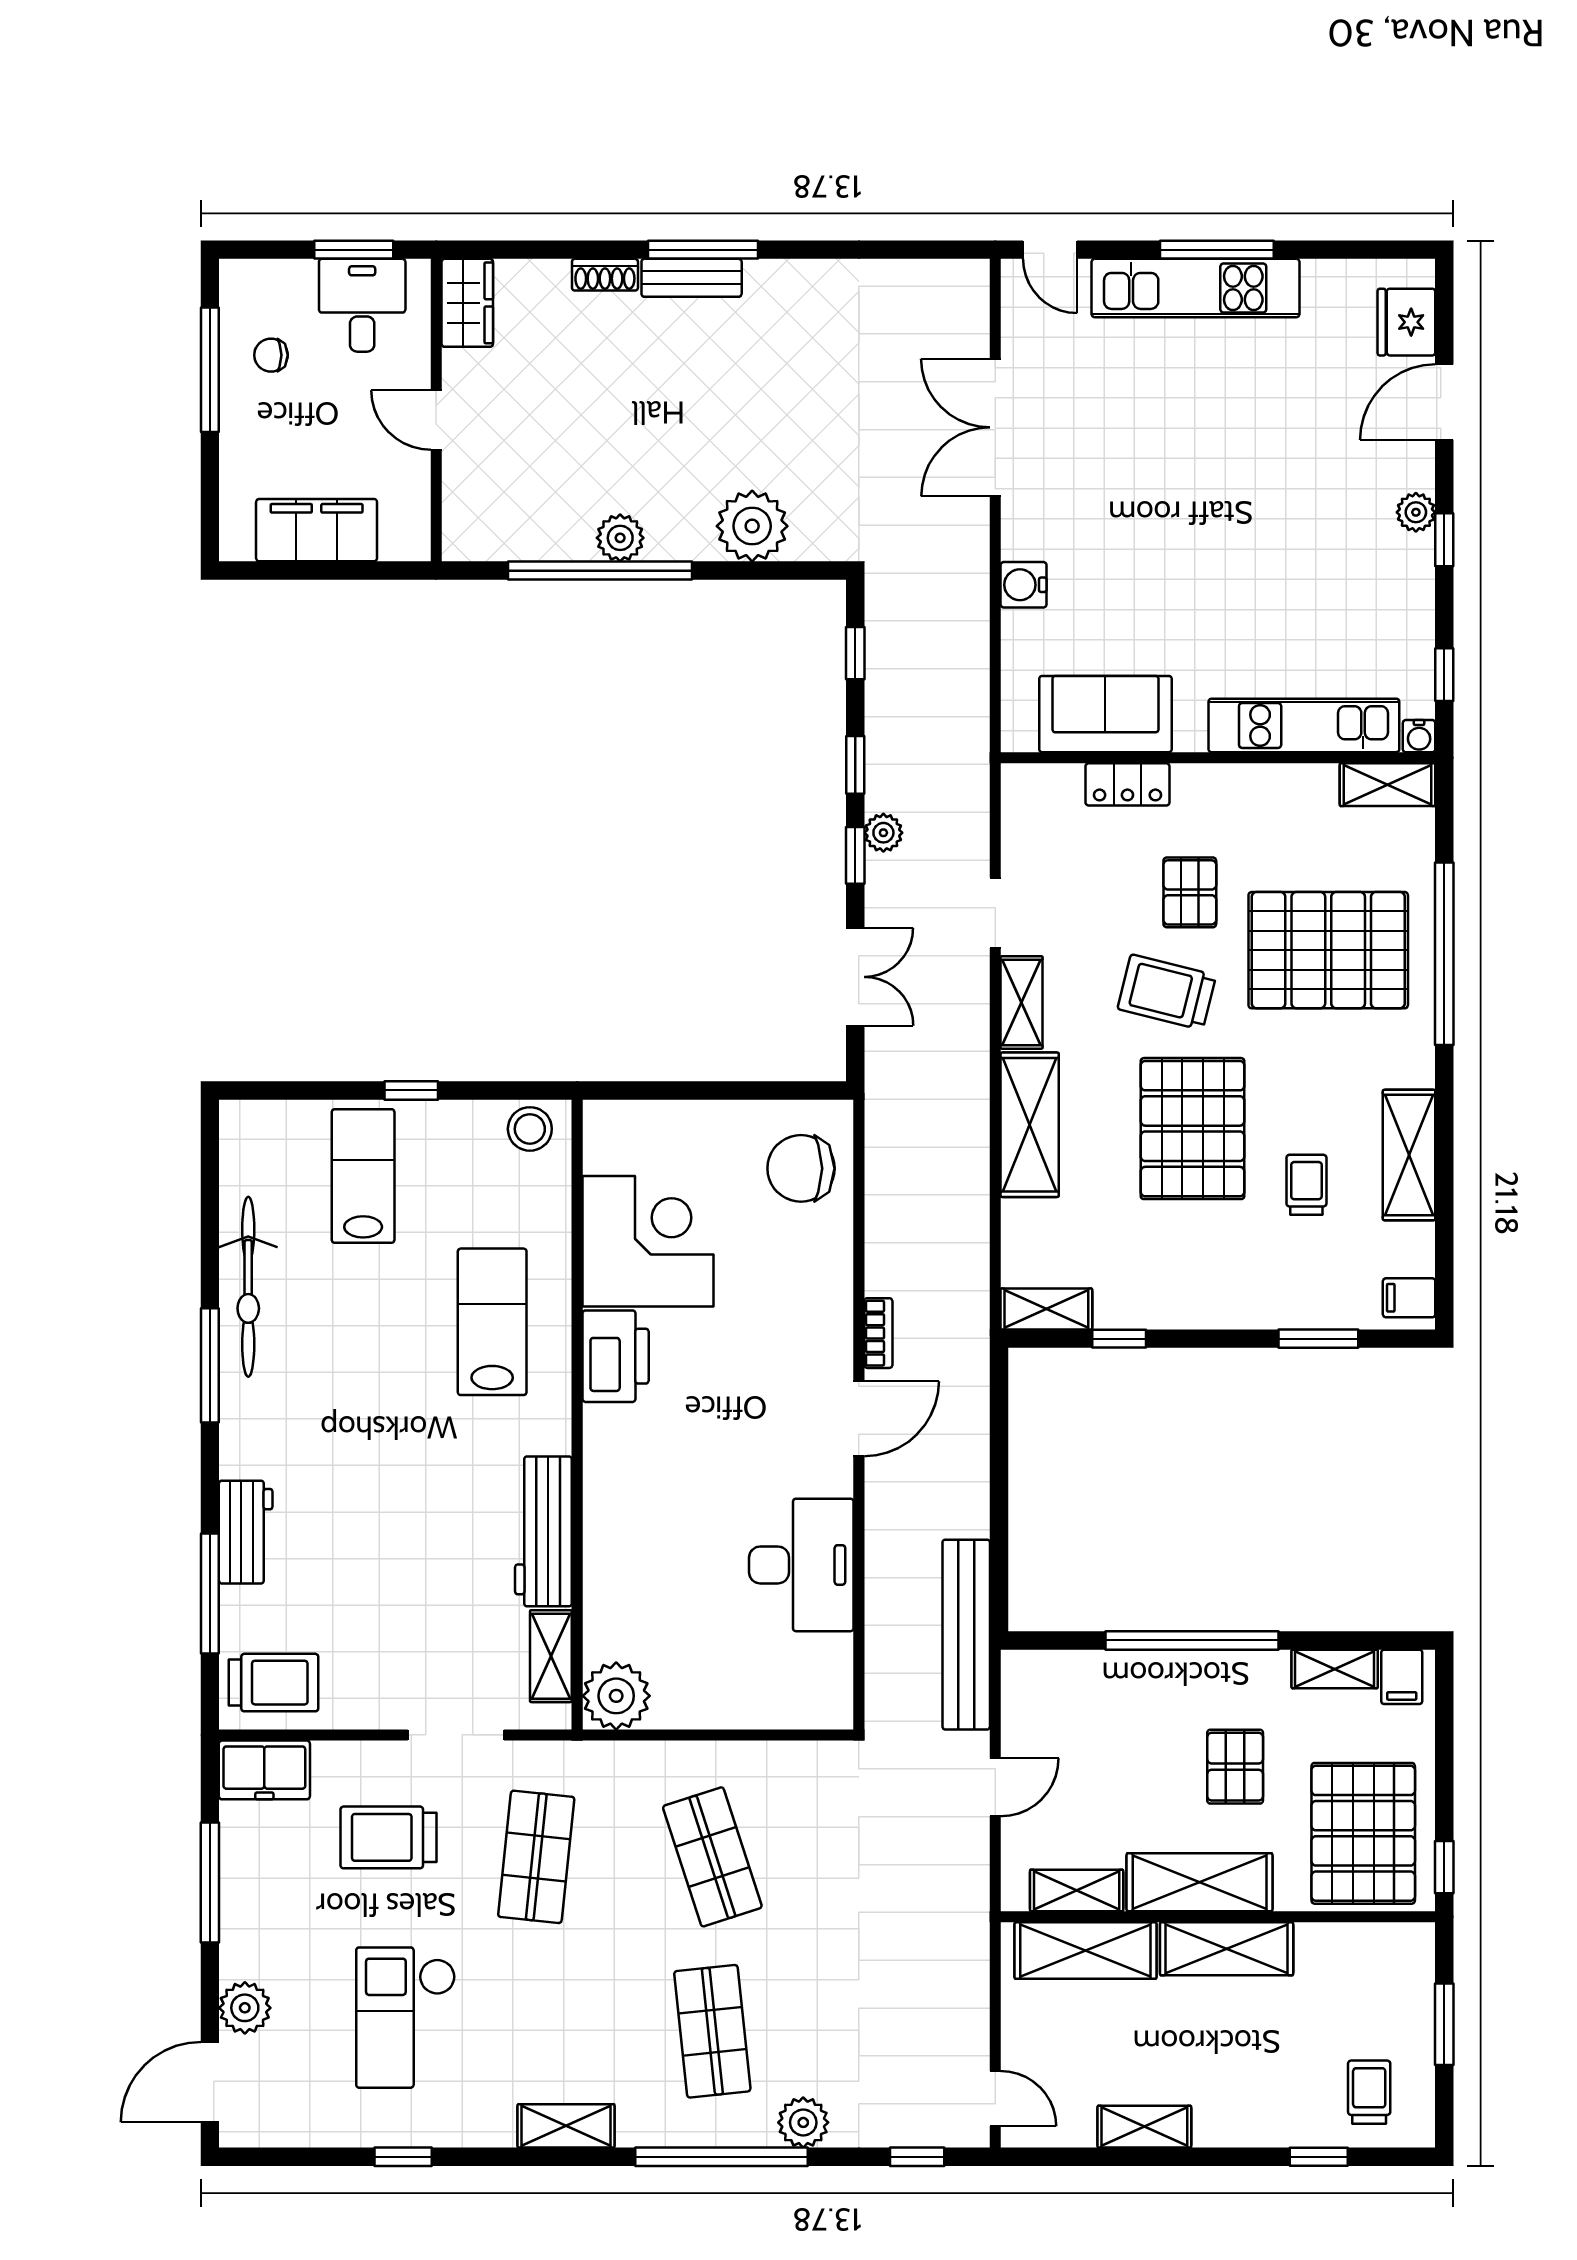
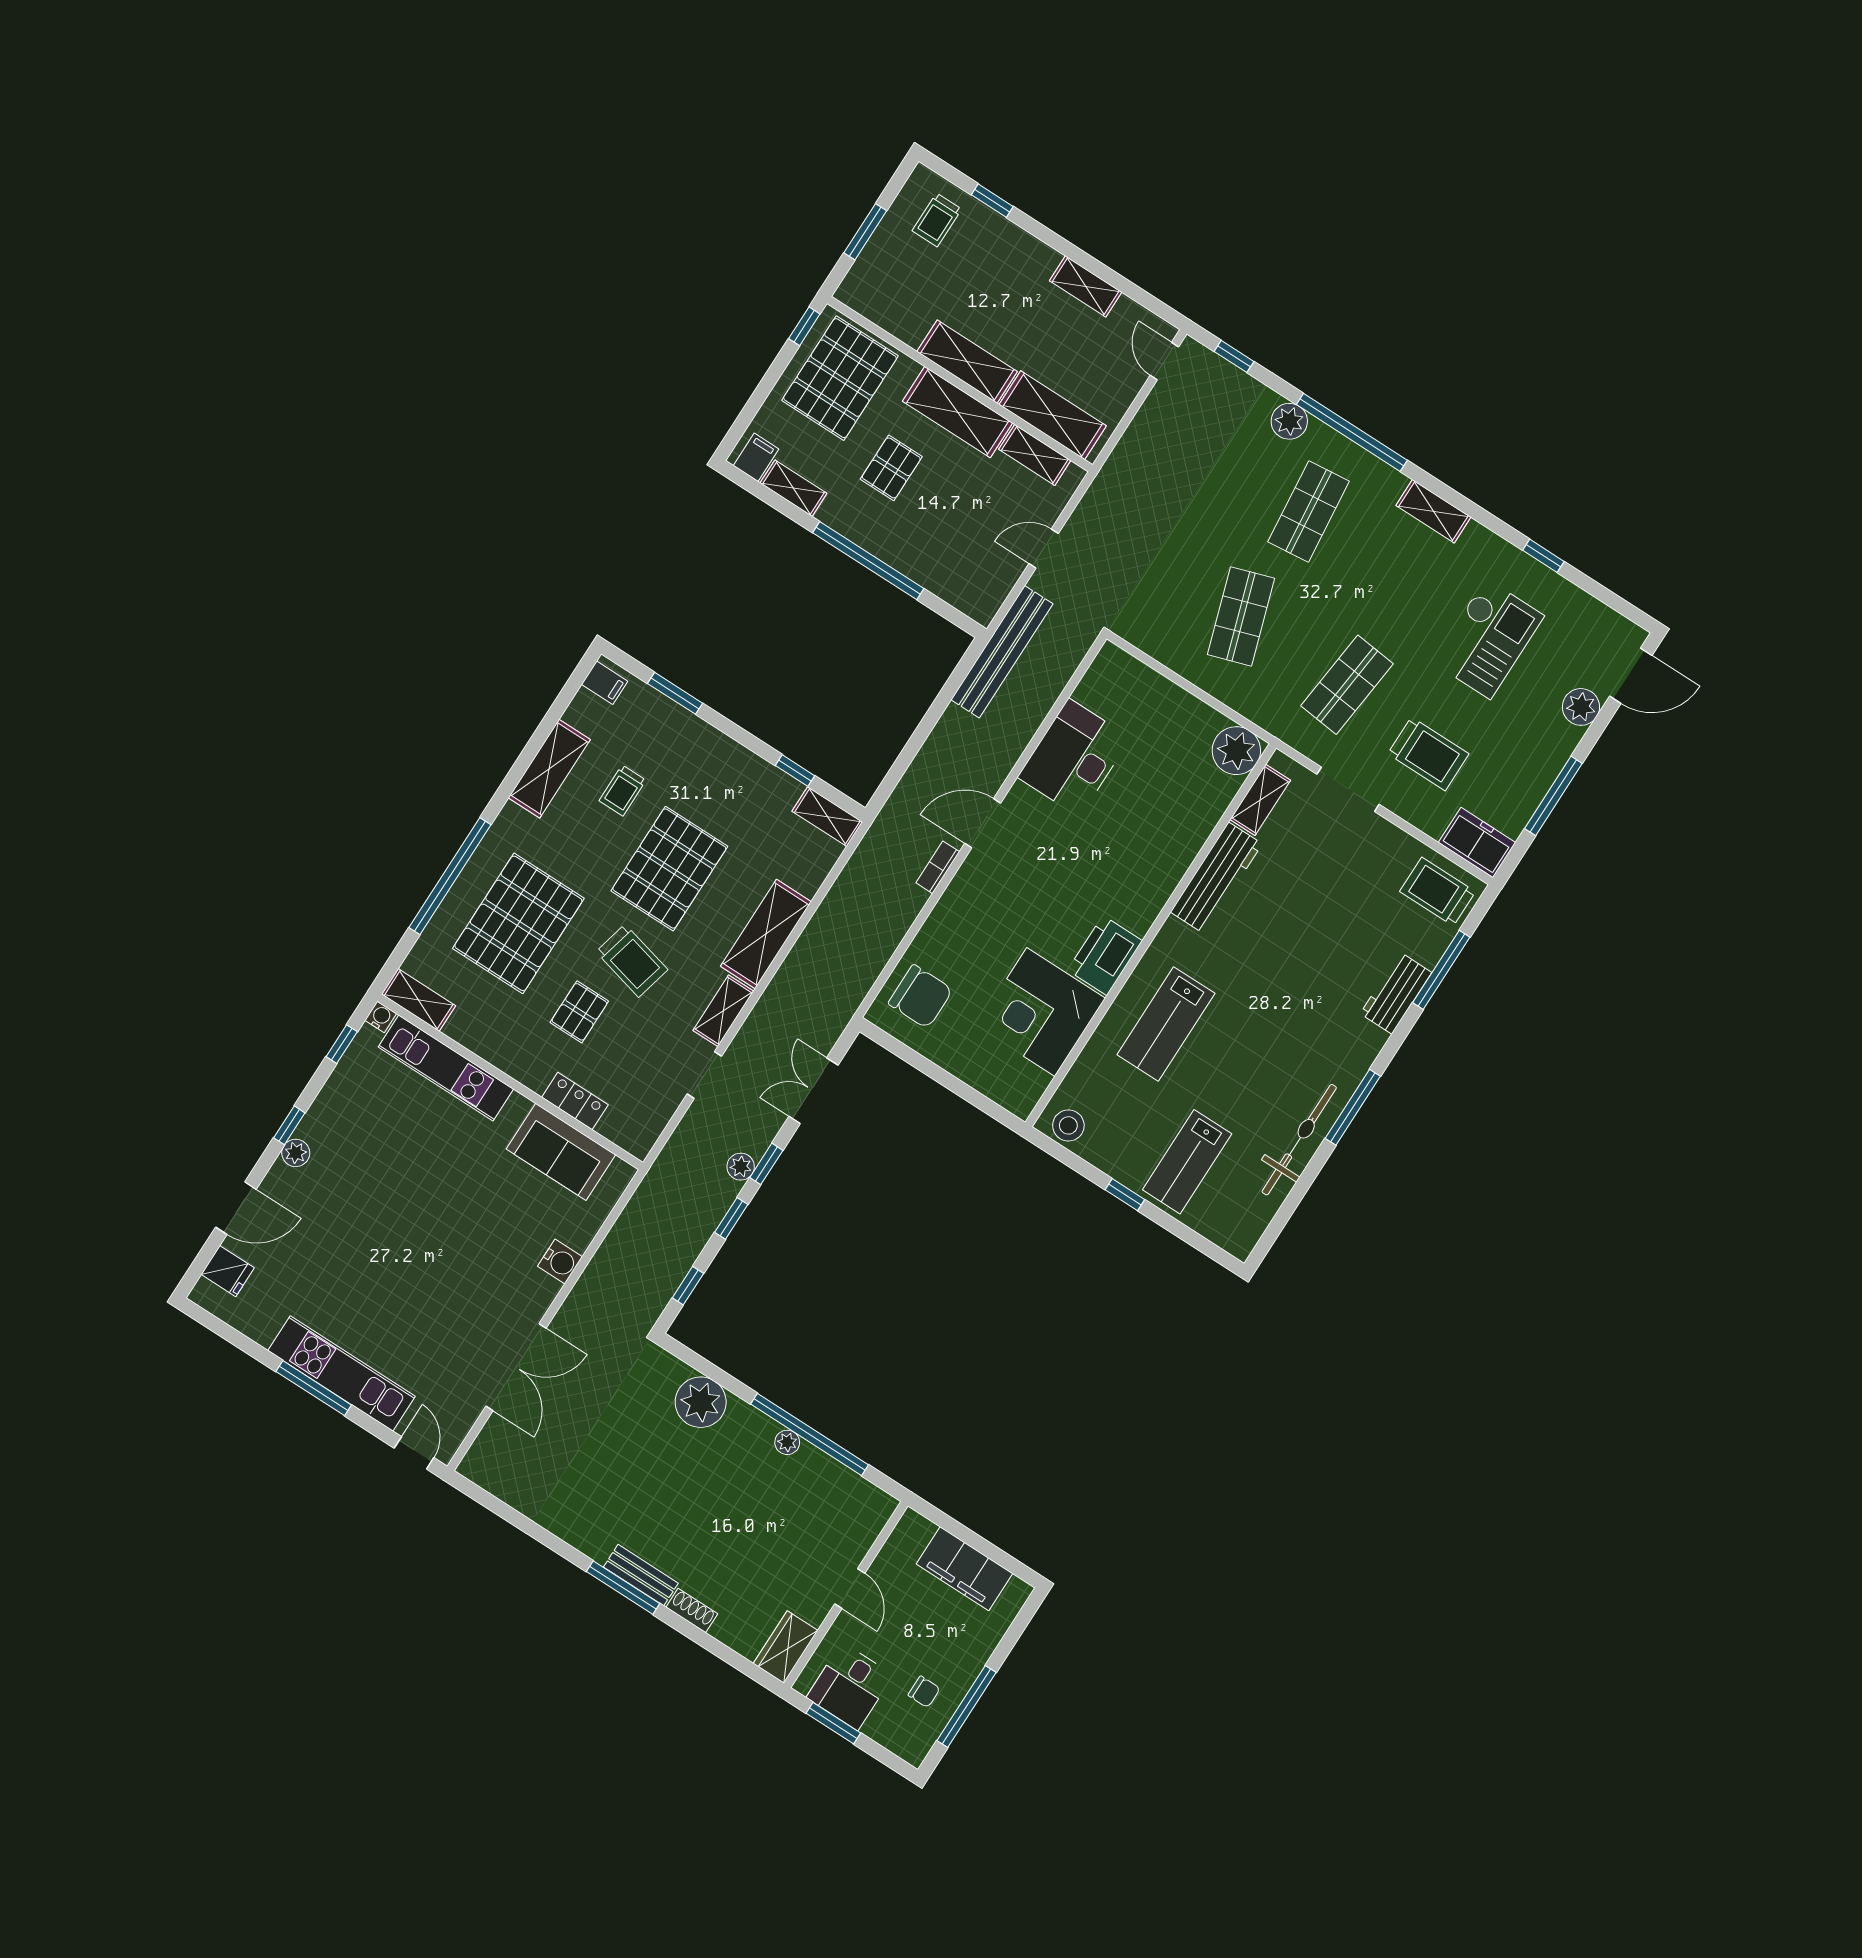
fridge: (1406, 322) -> (228, 1271), width x0.72
plant: (620, 538) -> (787, 1442), width x0.73, depth x0.73
pallet: (1328, 950) -> (518, 923), turned 90

